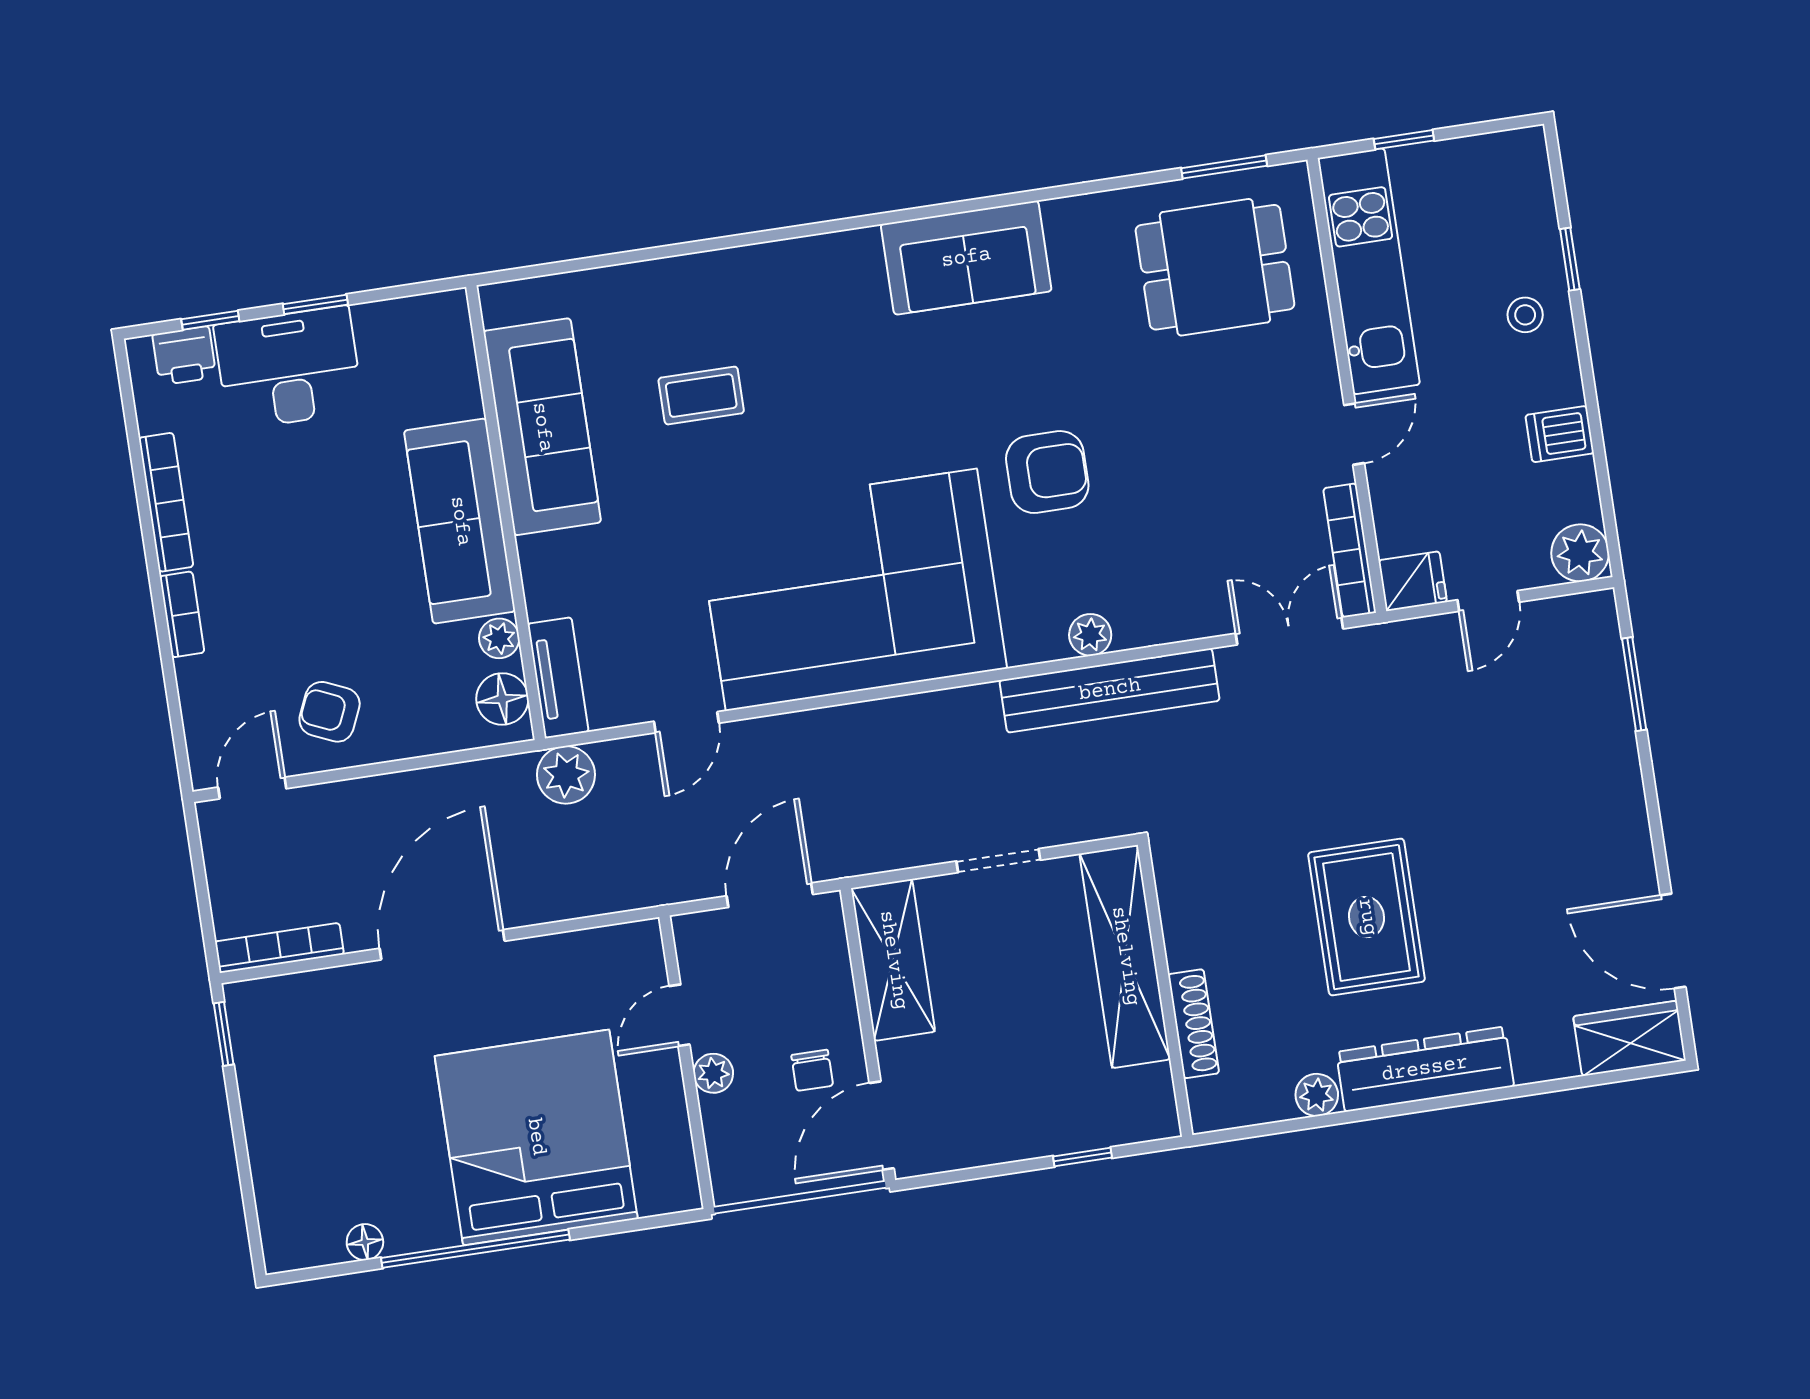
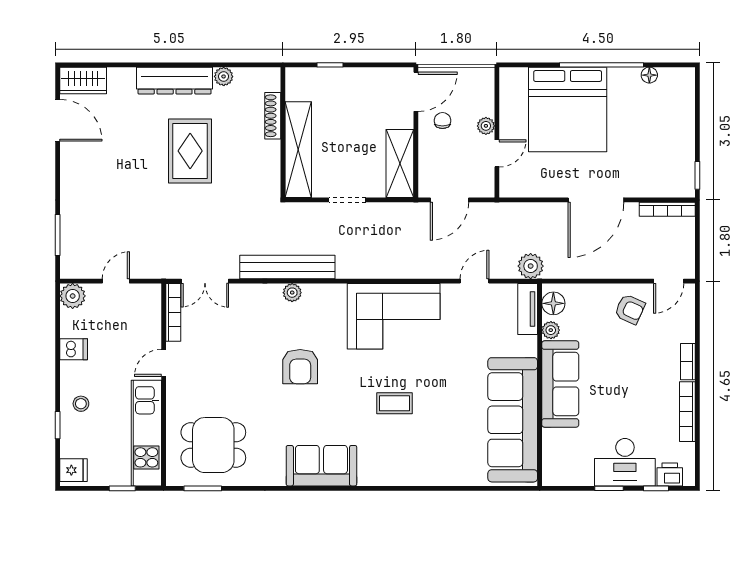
coffee table: (701, 396) -> (394, 403), moved
sofa: (542, 427) -> (513, 420), width x1.36, depth x1.27
armchair: (1047, 472) -> (300, 367), turned -90
fridge: (1413, 581) -> (74, 470), moved, turned 180
corner sofa: (851, 590) -> (394, 316), width x0.73, depth x0.74

